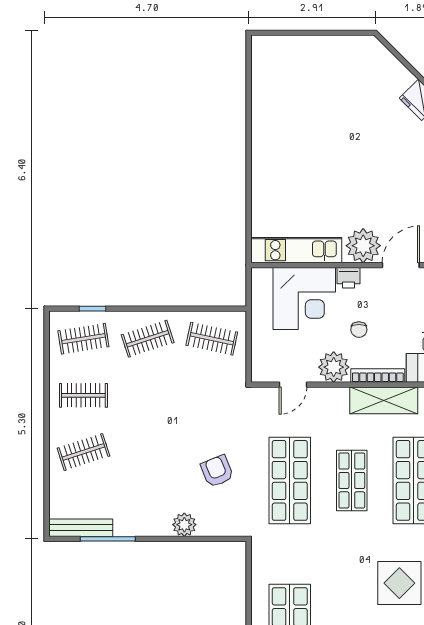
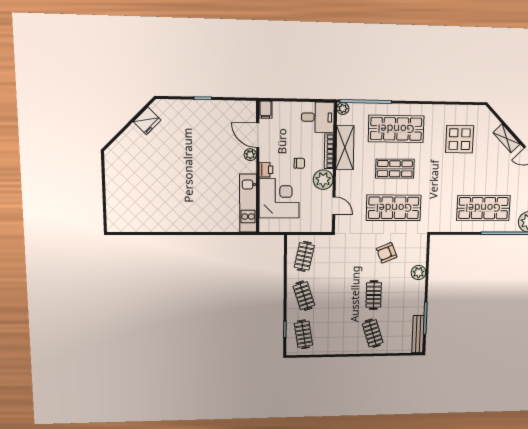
plant: (363, 246) -> (250, 155), width x0.53, depth x0.53
clothes rail: (83, 395) -> (374, 295), moved

